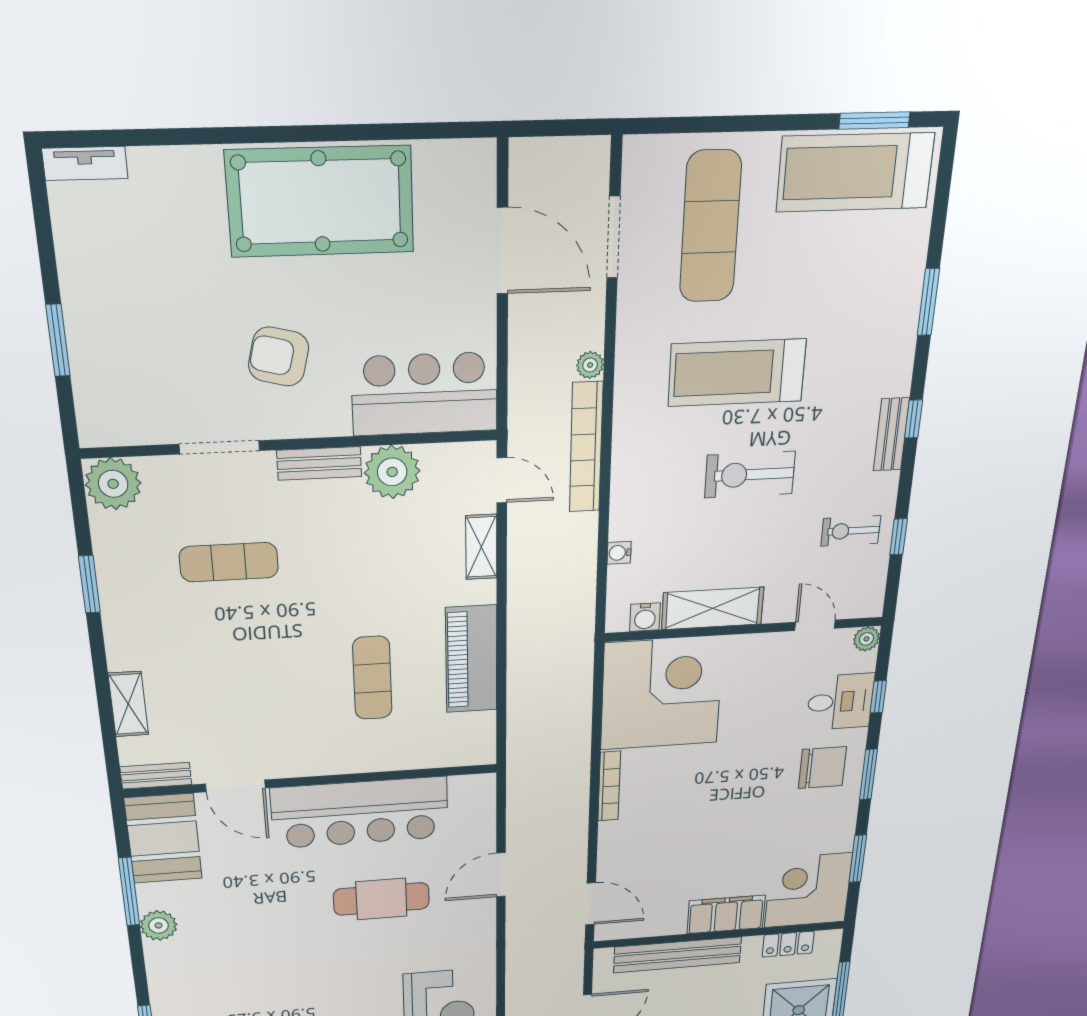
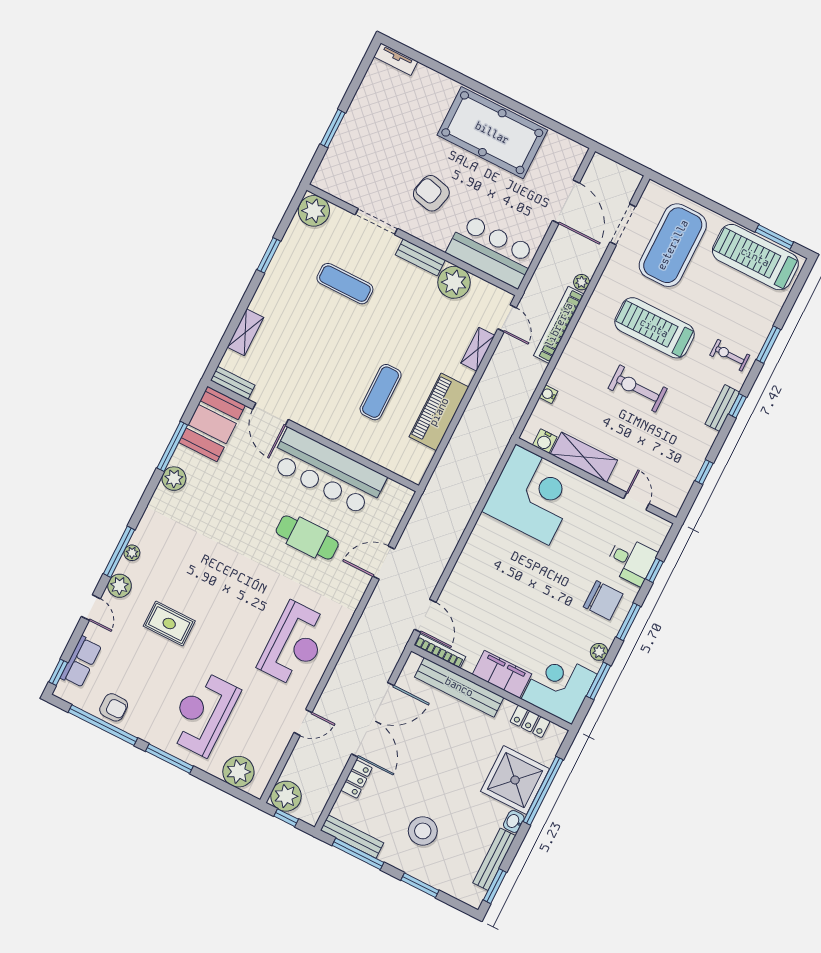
exercise mat: (710, 227) -> (673, 245), width x1.47
exercise bike: (851, 531) -> (730, 355), moved
plant: (866, 639) -> (599, 652), moved
bookcase: (609, 786) -> (440, 651), moved, turned -90

